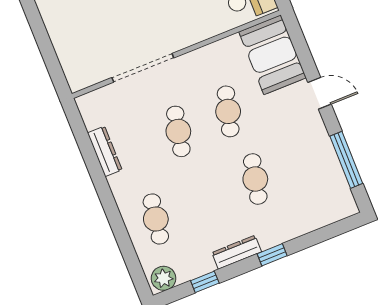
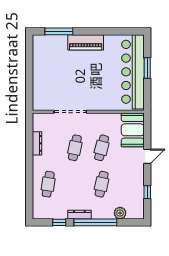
door: (320, 93) -> (147, 156), hinge flipped
window: (346, 160) -> (147, 192), width x0.46
window: (272, 255) -> (95, 222), width x3.17
plant: (164, 278) -> (120, 213), moved

